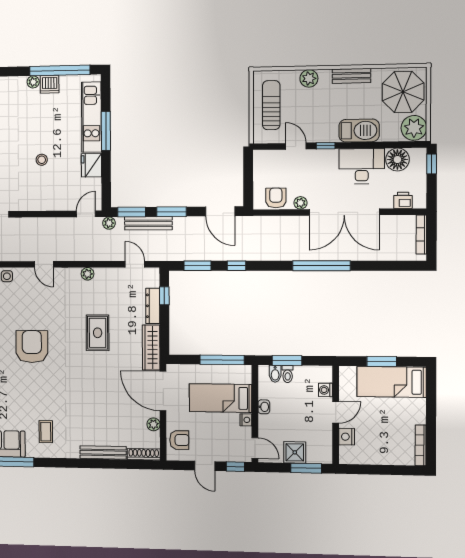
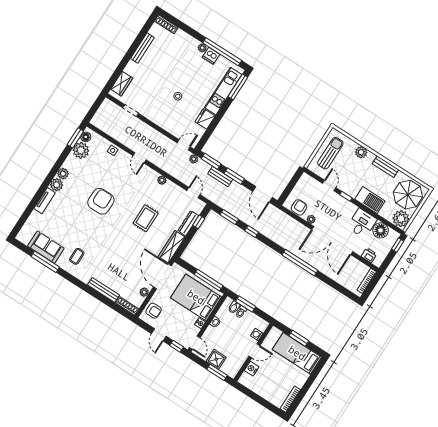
window: (106, 131) -> (238, 87), moved
desk: (362, 166) -> (362, 223), width x0.73
bench: (148, 223) -> (220, 176), width x0.73
bed: (220, 398) -> (196, 297), width x1.50

